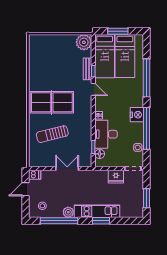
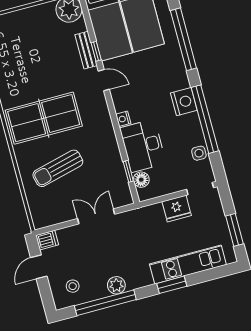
kitchen unit: (97, 211) -> (188, 264), moved

